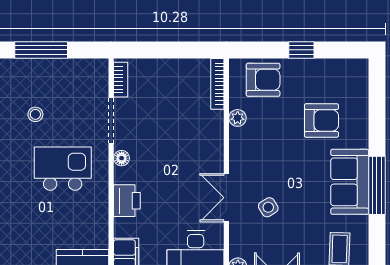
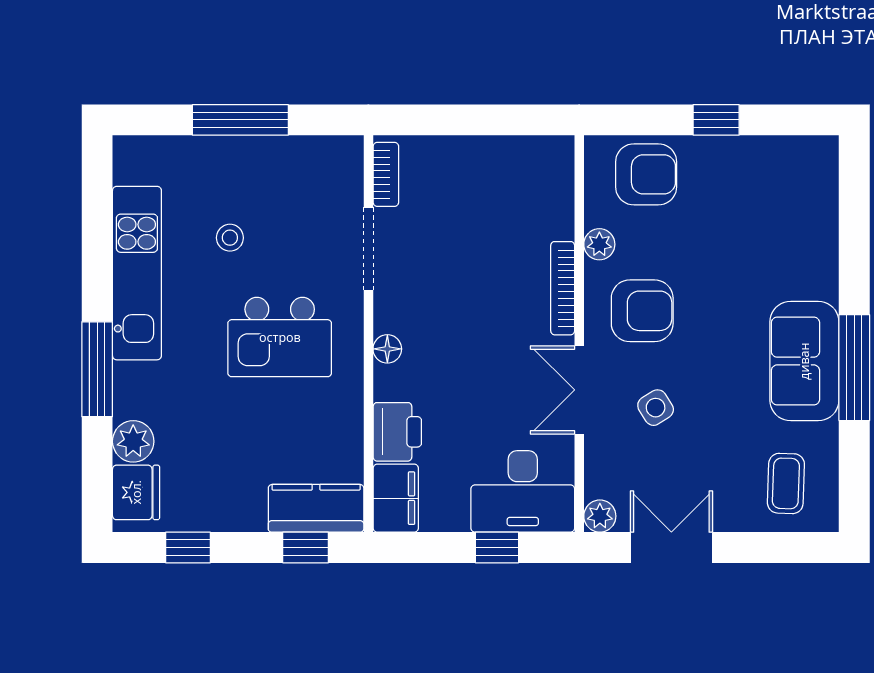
bookcase: (217, 84) -> (563, 288), moved
armchair: (321, 120) -> (642, 311), moved
floor lamp: (122, 158) -> (387, 349), moved
kitchen island: (63, 169) -> (280, 337), turned 180
printer: (127, 201) -> (397, 432), moved

